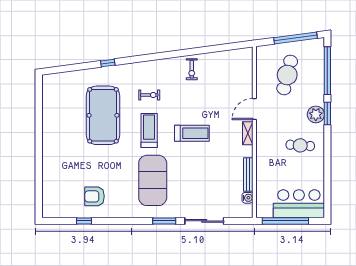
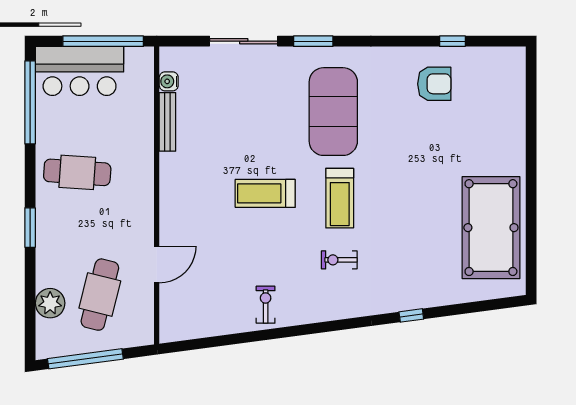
window: (327, 71) -> (30, 102), moved
door: (254, 109) -> (157, 264), moved
plant: (316, 114) -> (50, 303), moved
pool table: (103, 115) -> (491, 228), moved
shelving: (248, 133) -> (168, 194), removed
cafe table: (300, 145) -> (77, 172), width x1.37, depth x1.35

